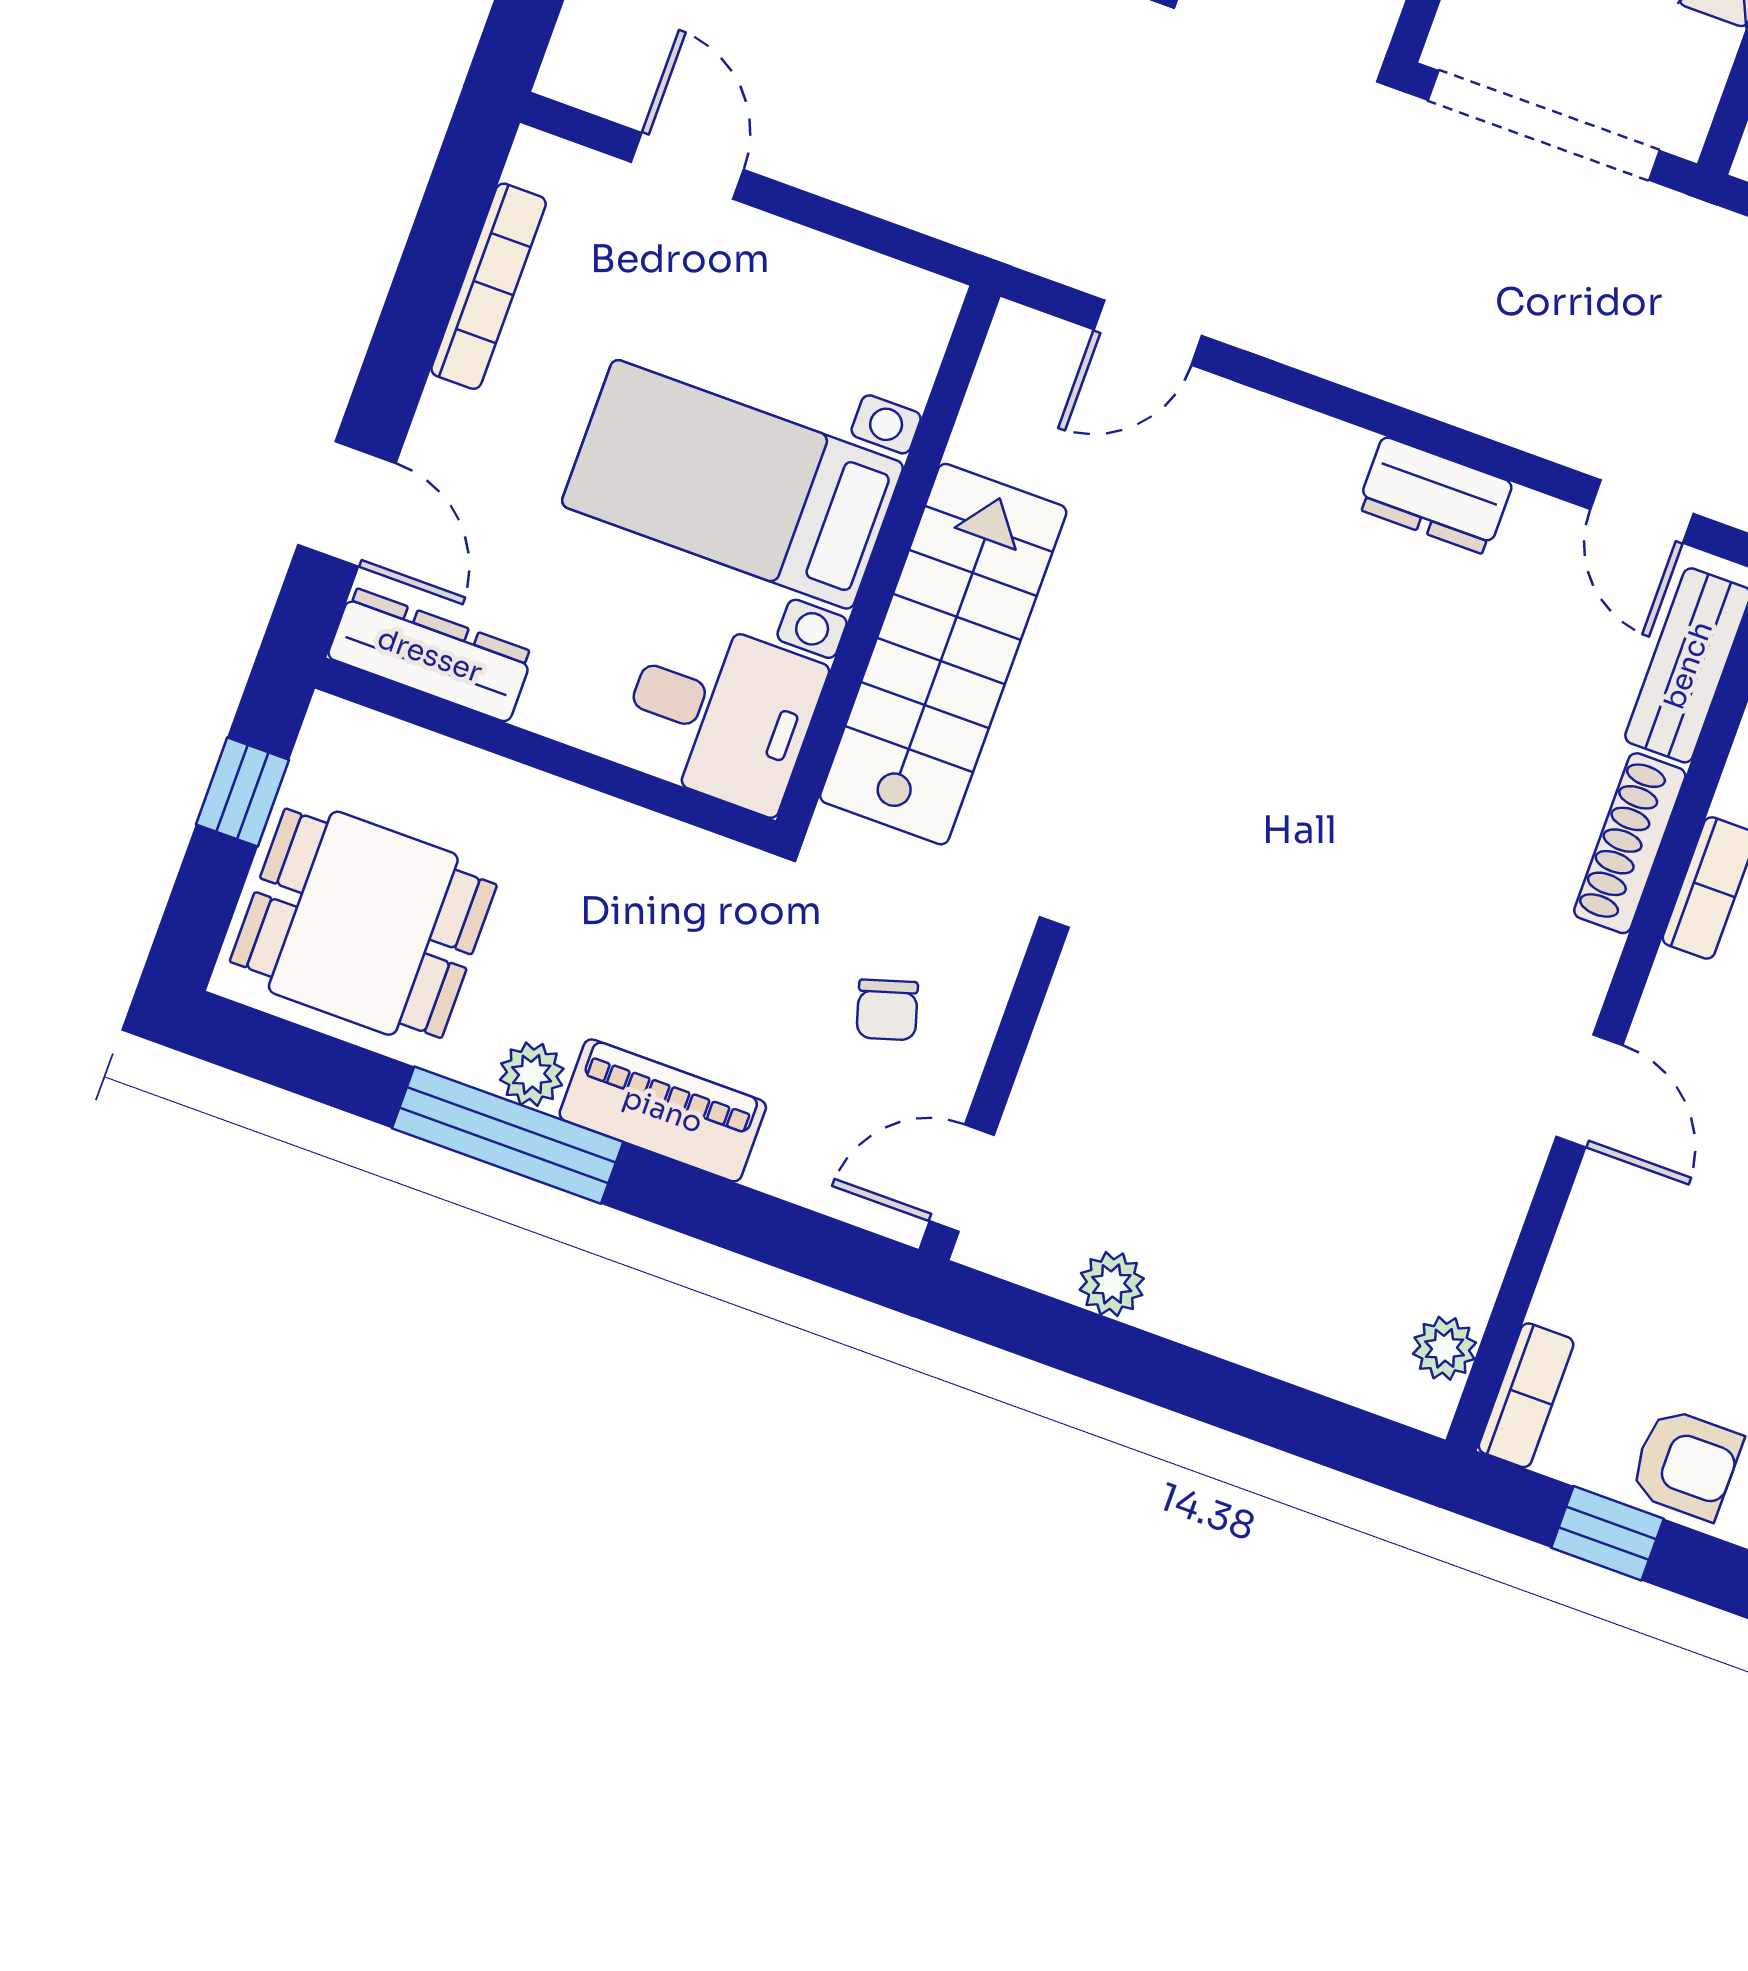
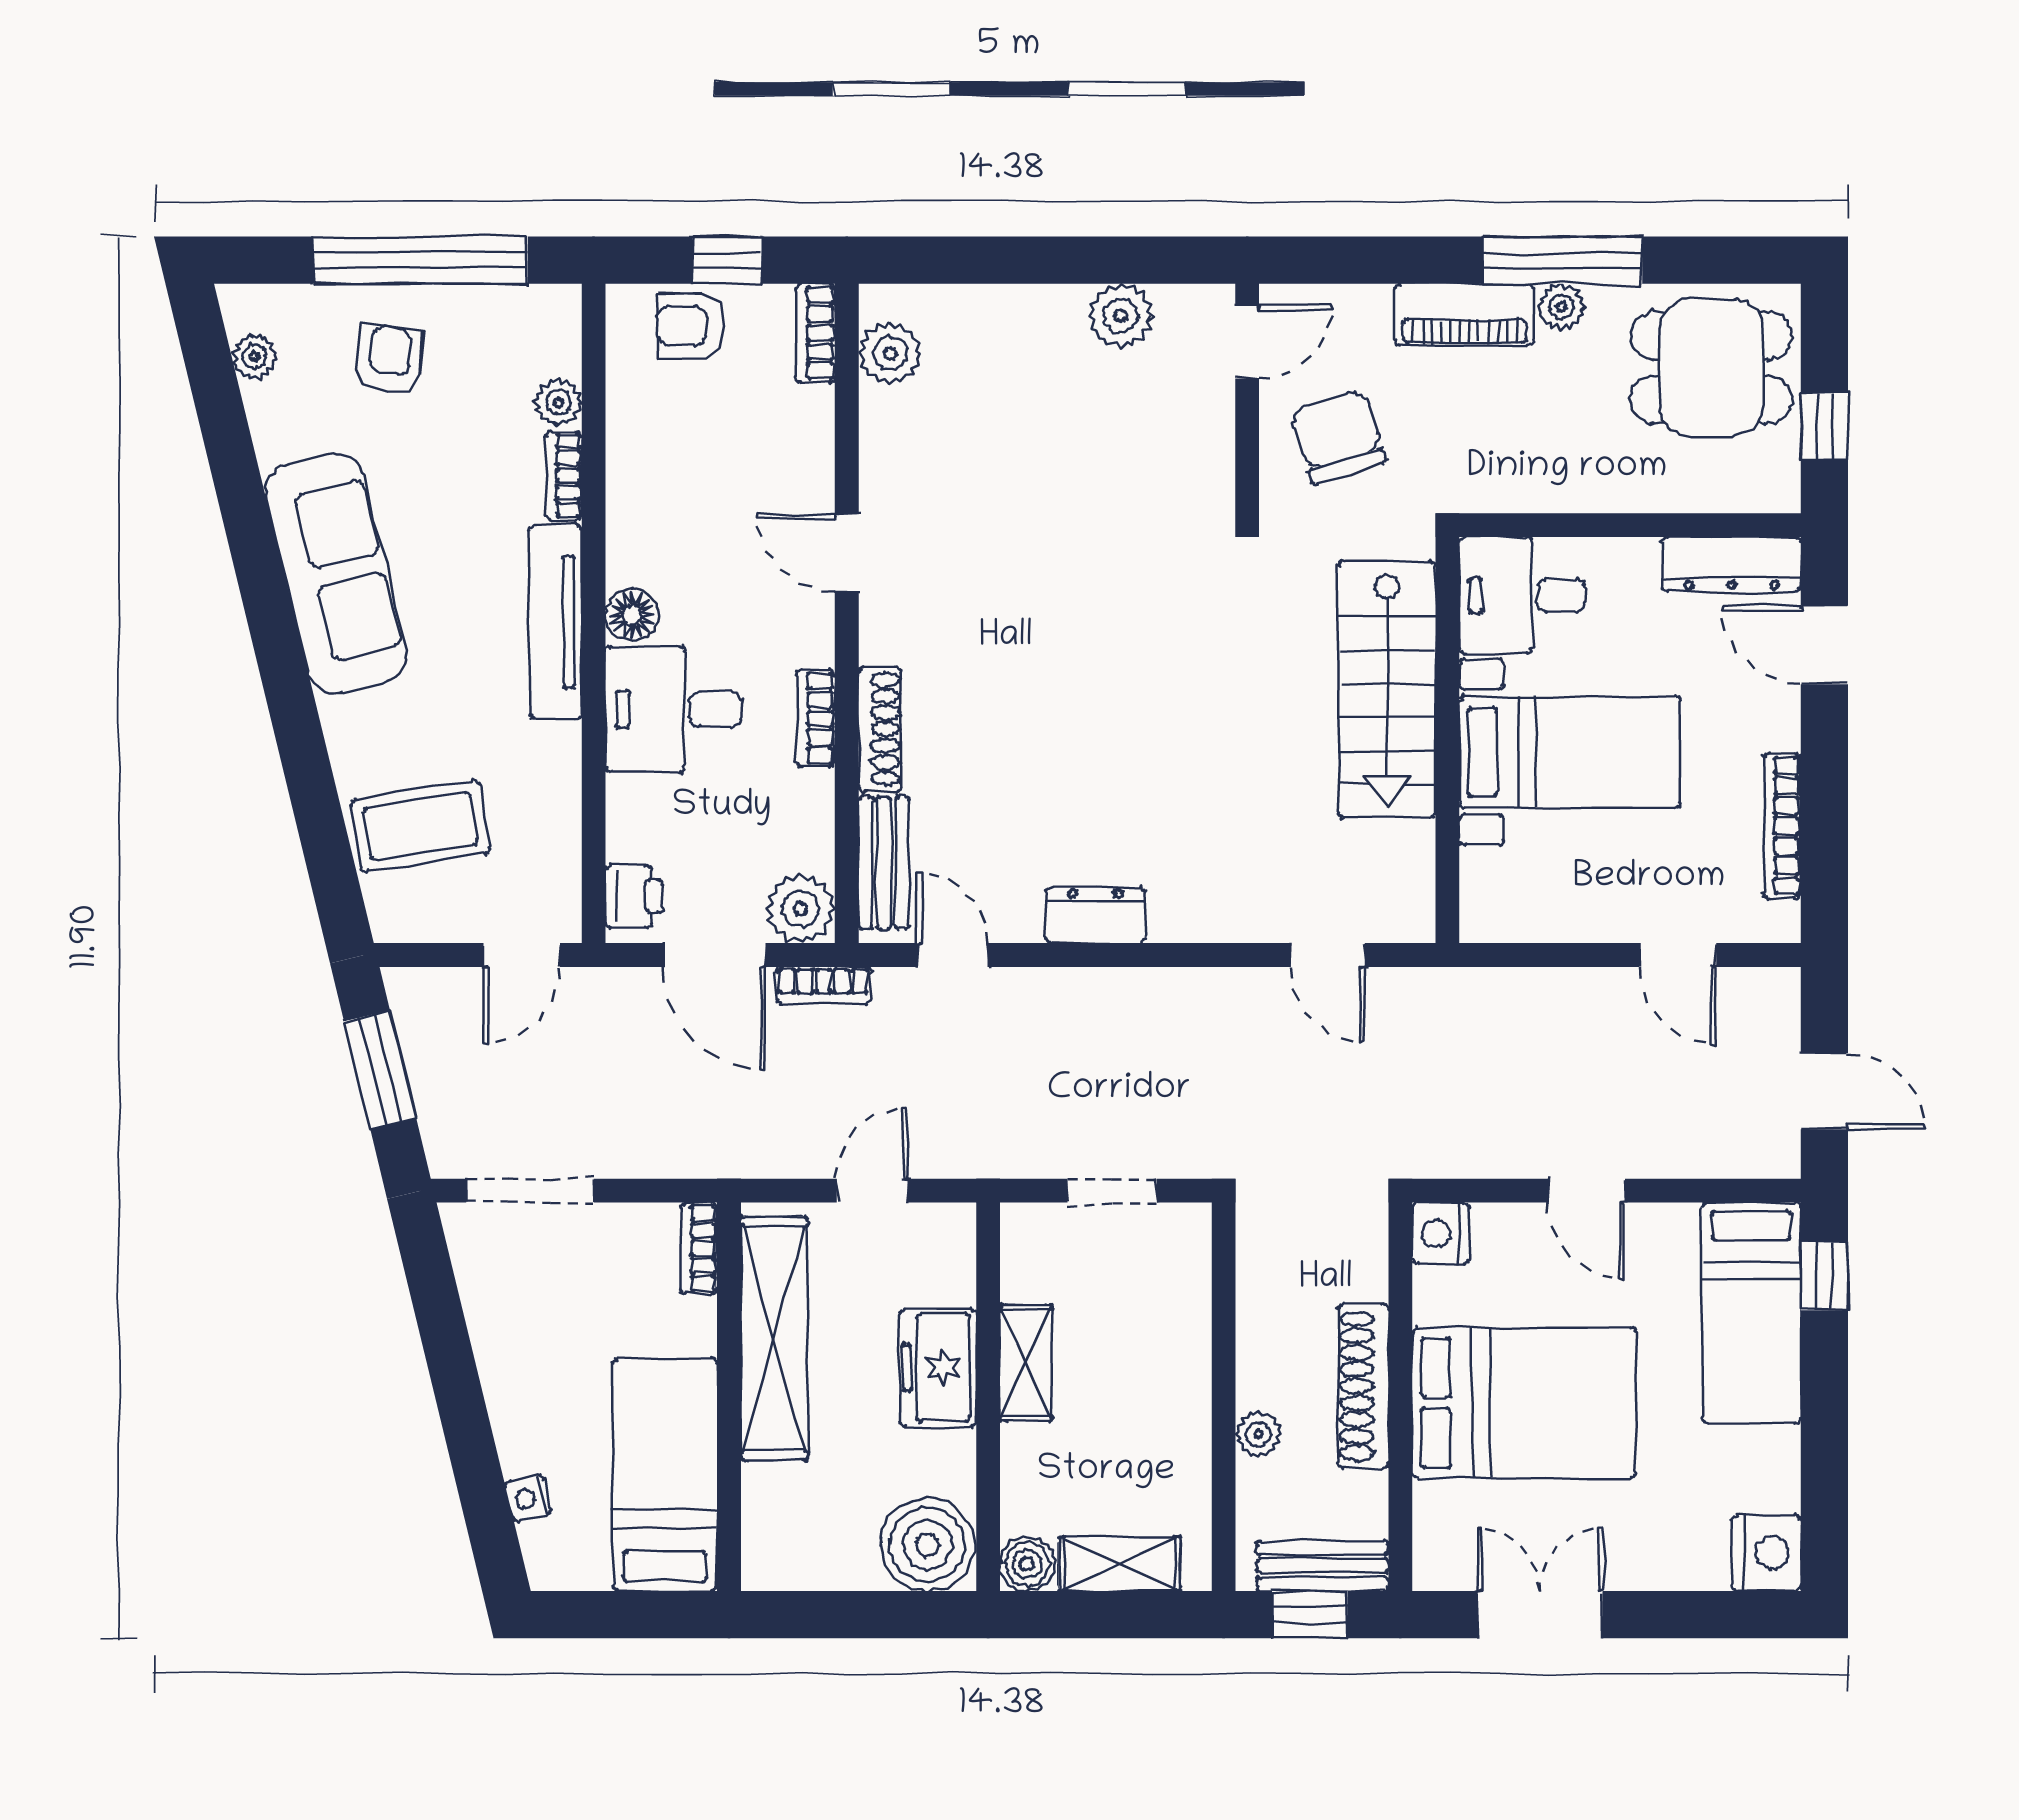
doorway: (1544, 125) -> (1112, 1191), width x0.53
door: (1148, 333) -> (1328, 955), swing flipped
chair: (887, 1010) -> (1338, 437), width x1.87, depth x1.87
plant: (1112, 1284) -> (1121, 316), width x1.38, depth x1.38
plant: (1445, 1348) -> (890, 353), width x1.38, depth x1.38

